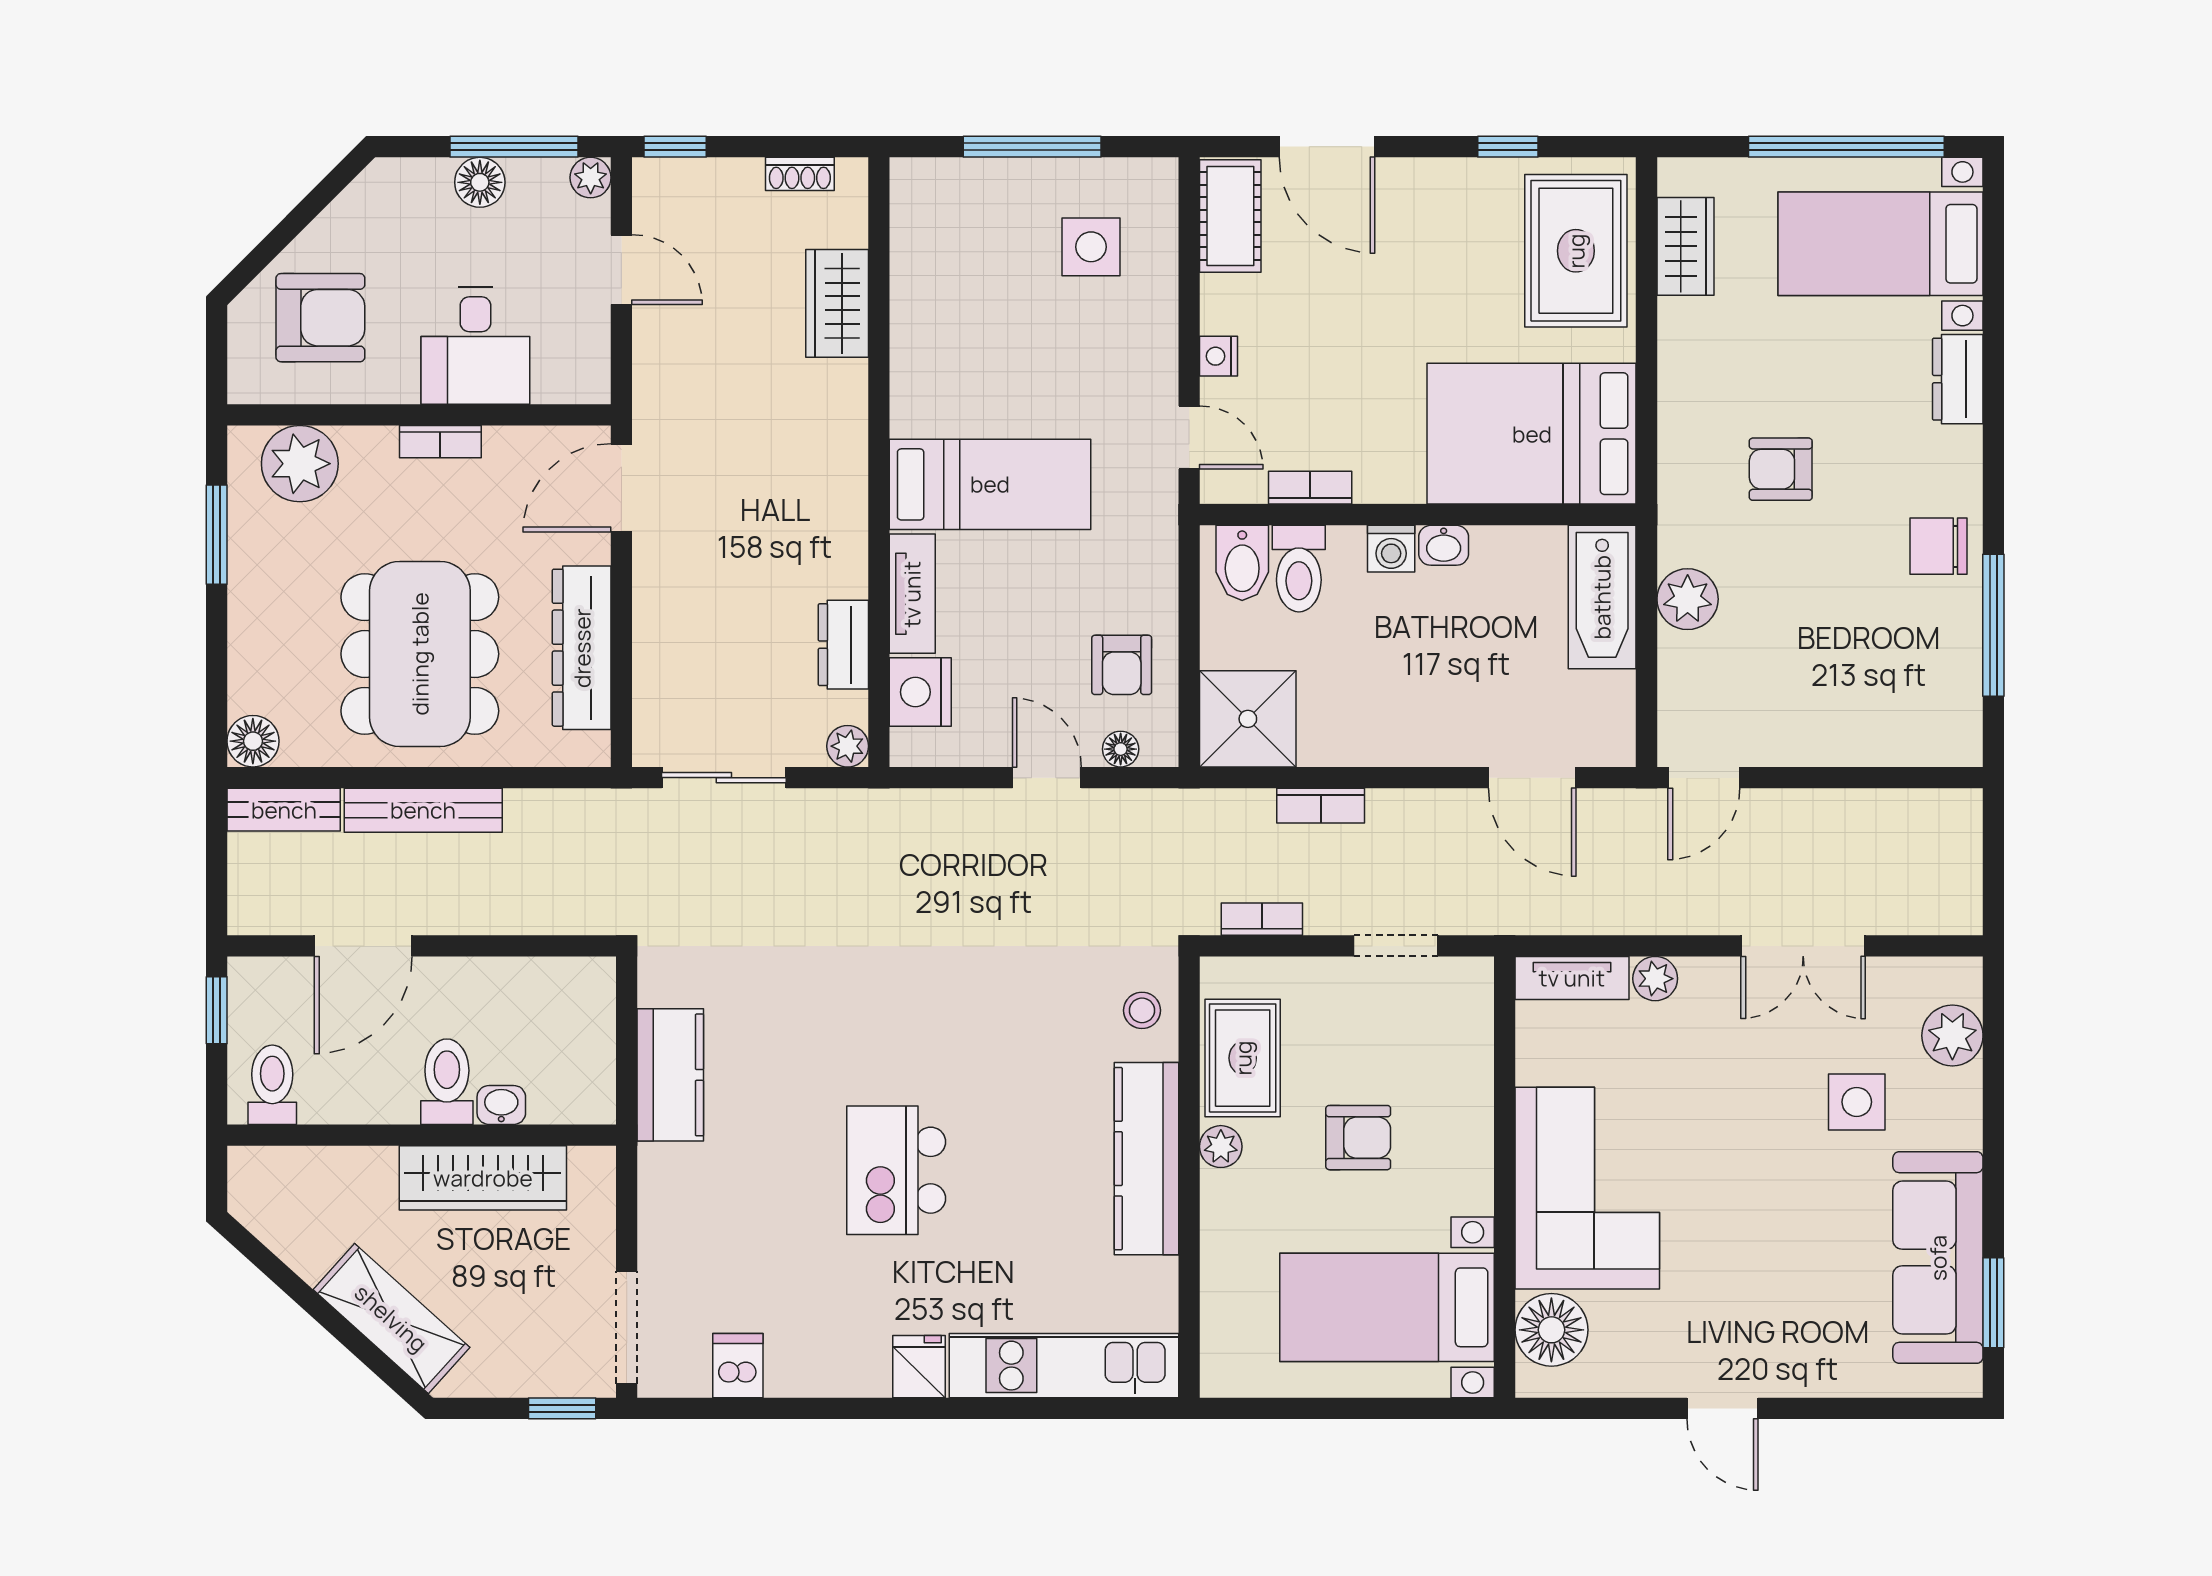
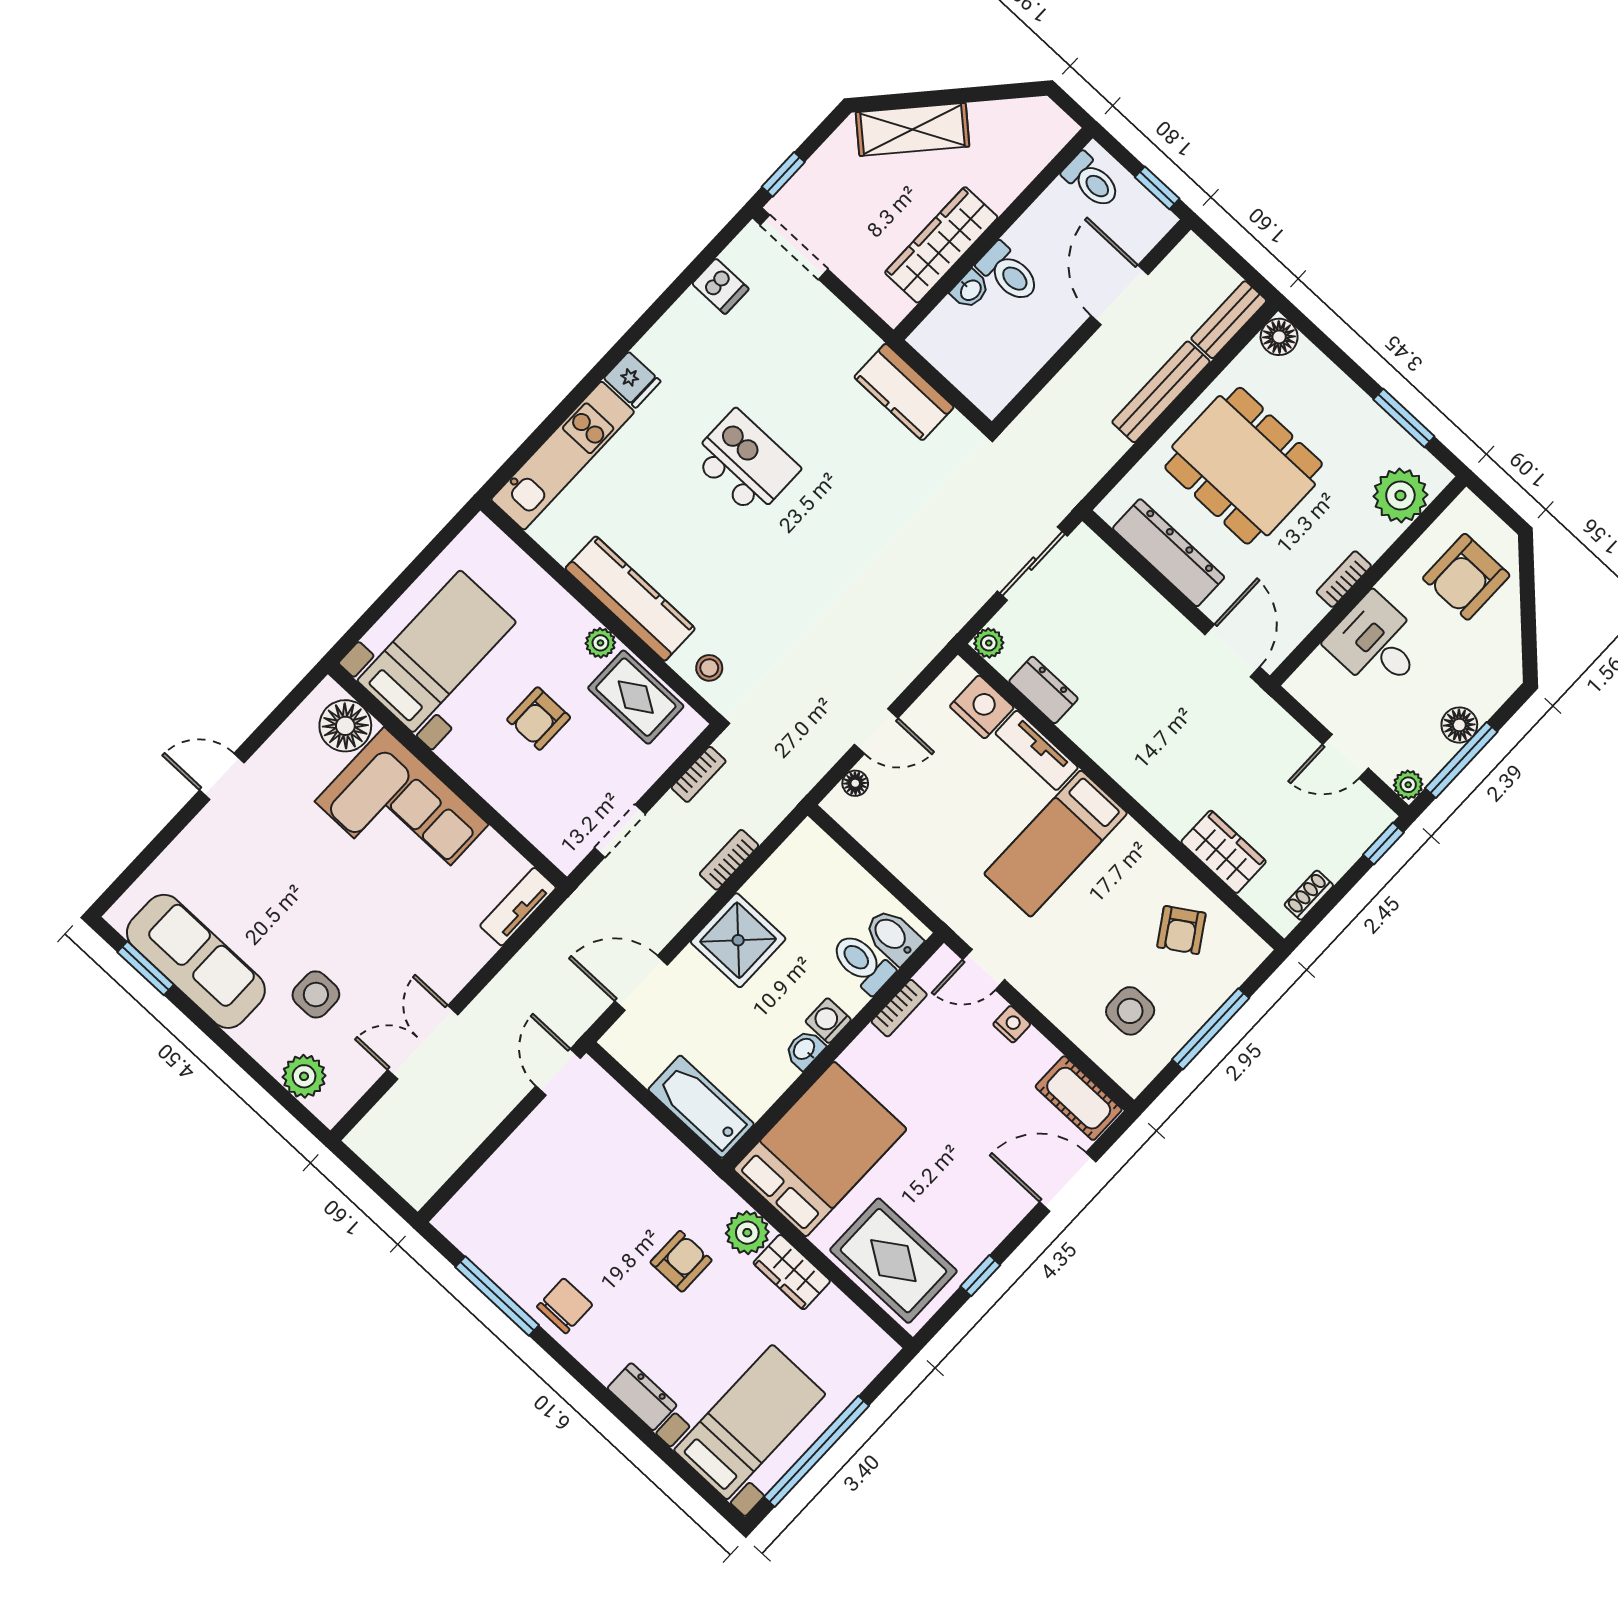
wardrobe: (1685, 246) -> (792, 1272), moved
plant: (1688, 599) -> (747, 1233), moved
armchair: (1122, 665) -> (1181, 930), moved, turned -123
shower: (1248, 719) -> (738, 940), moved
plant: (1655, 979) -> (477, 950), removed

